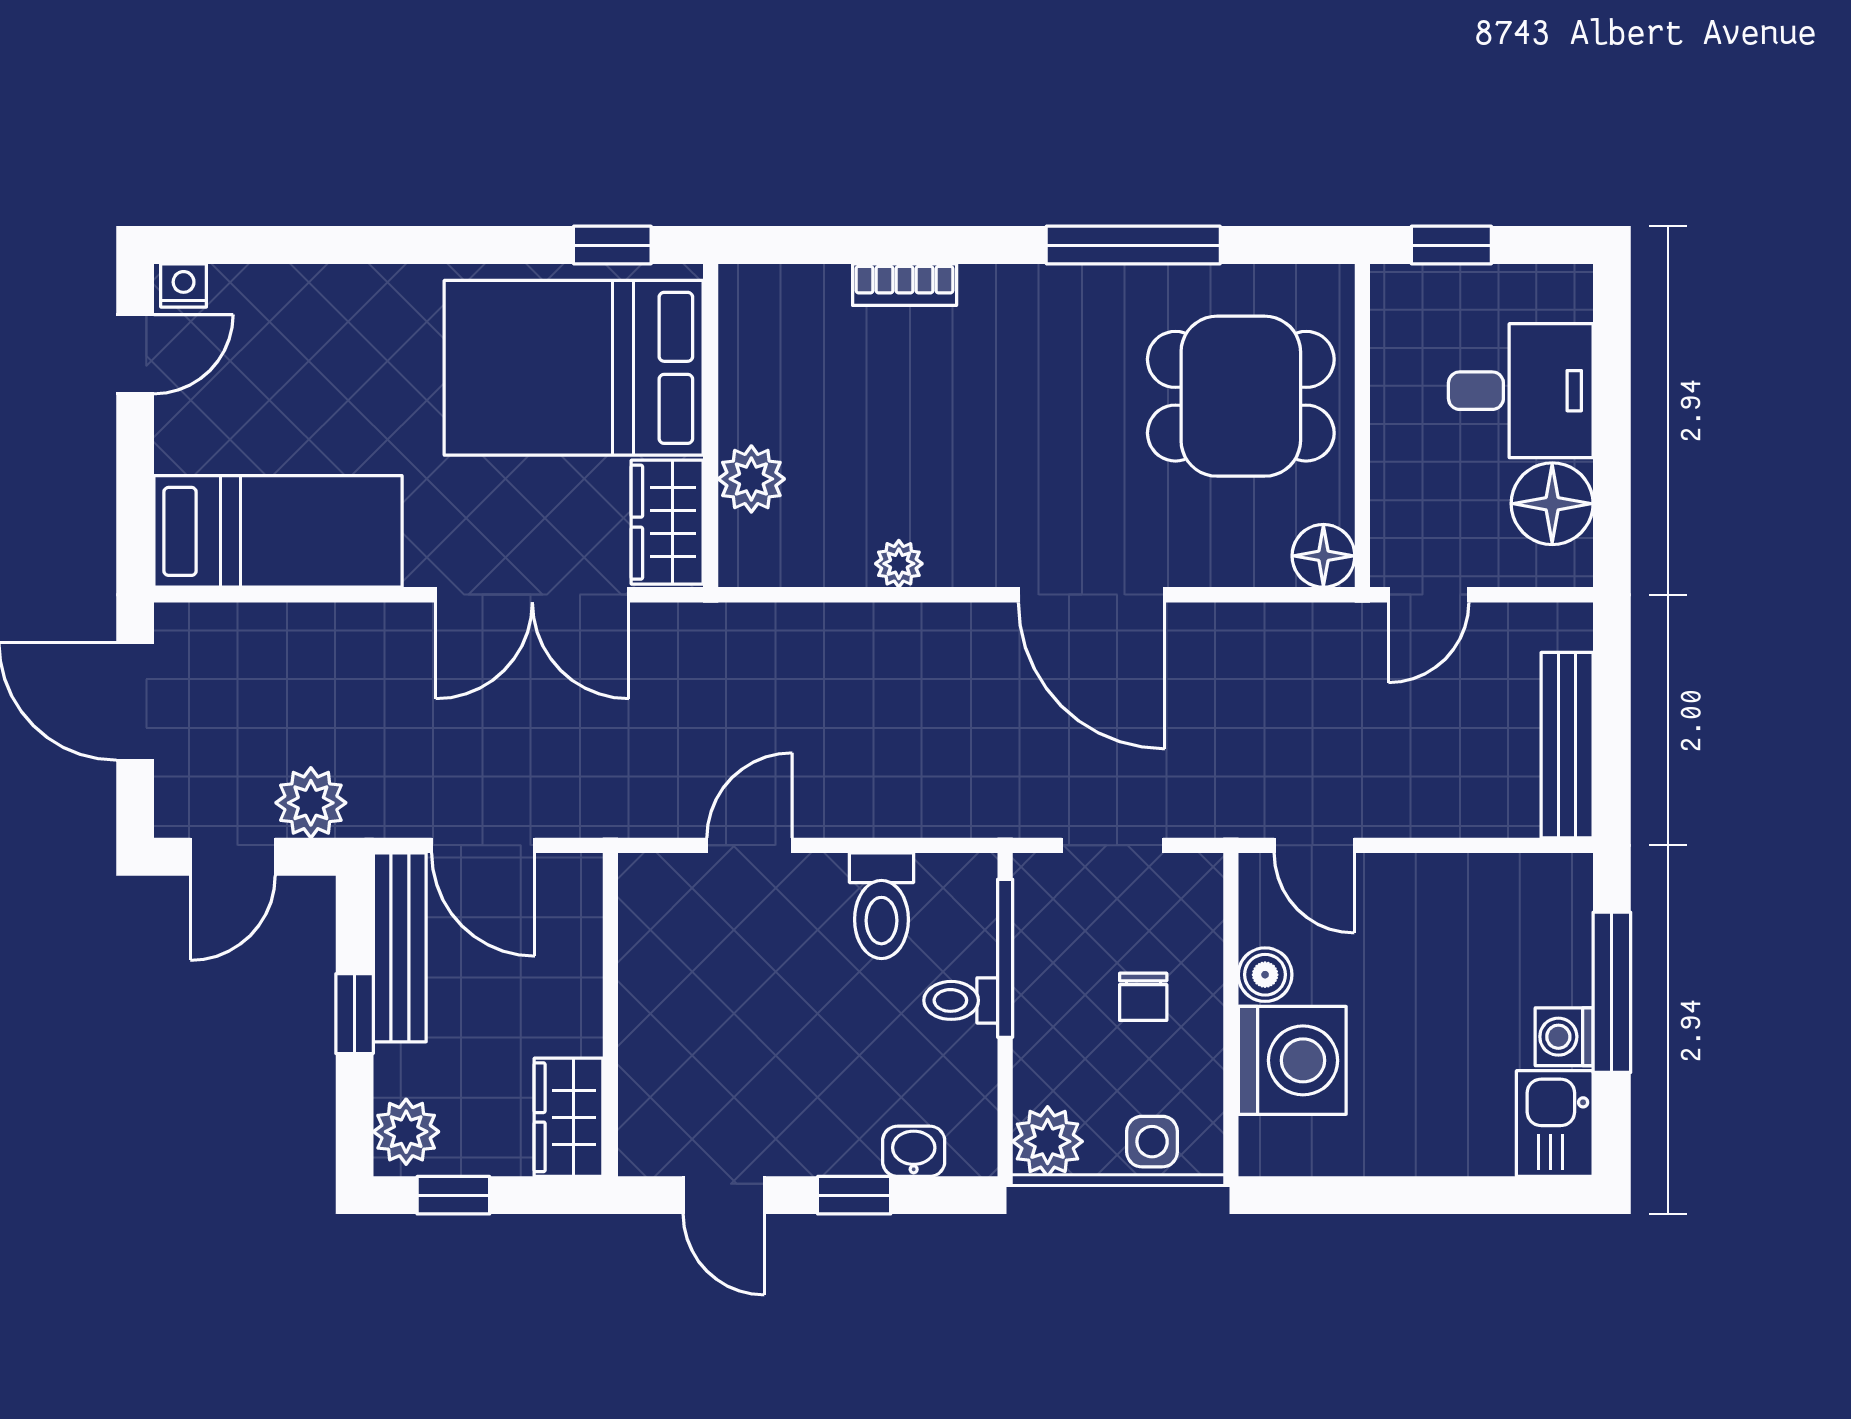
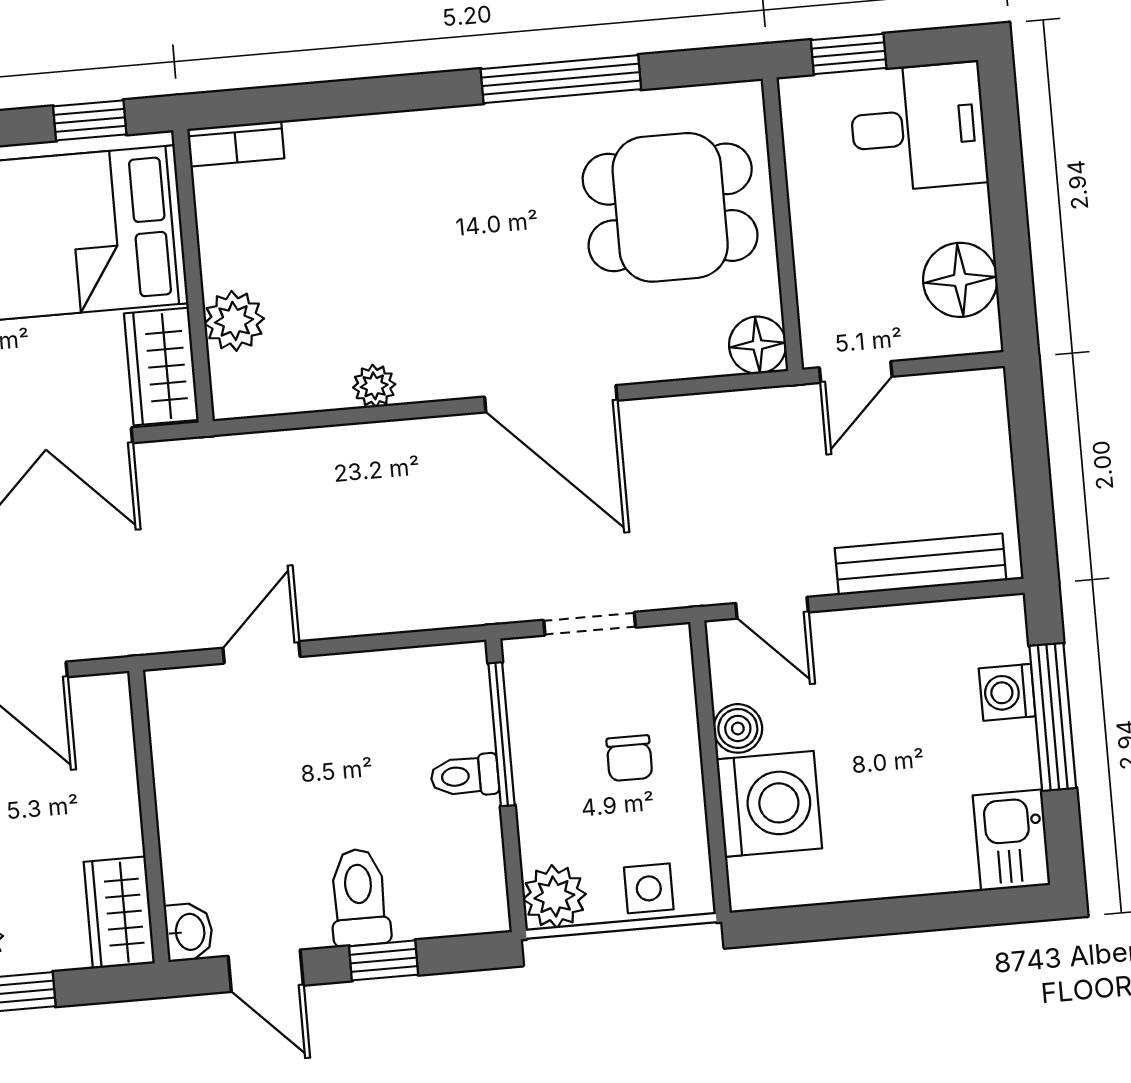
bookcase: (905, 285) -> (236, 144), moved
desk: (1521, 391) -> (918, 127), moved
bench: (1567, 745) -> (921, 564), moved, turned 90
toilet: (881, 906) -> (359, 897), moved, turned 180
washing machine: (1564, 1037) -> (1007, 692), moved
washbasin: (914, 1151) -> (189, 932), moved, turned 90

